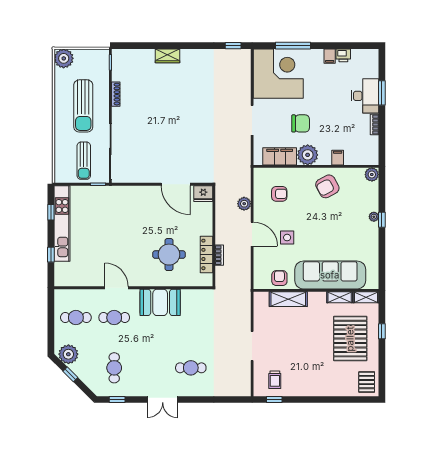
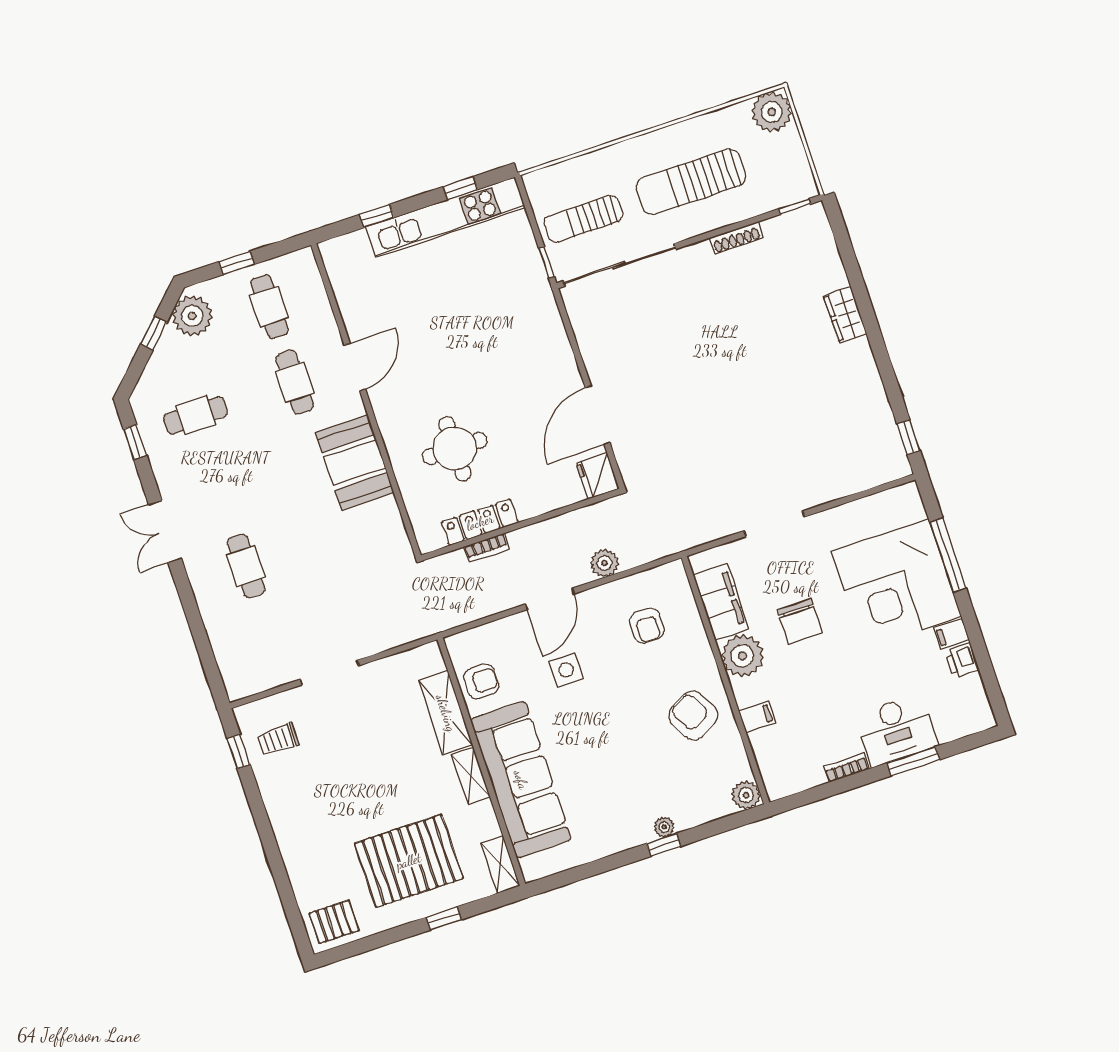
corner desk: (278, 74) -> (896, 584), moved, turned 90
shelving: (340, 297) -> (471, 776), moved
window: (51, 326) -> (237, 263), added

